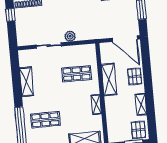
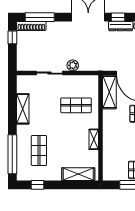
shelving: (109, 80) -> (109, 92), moved
shop shelf: (45, 120) -> (39, 150), turned 90

